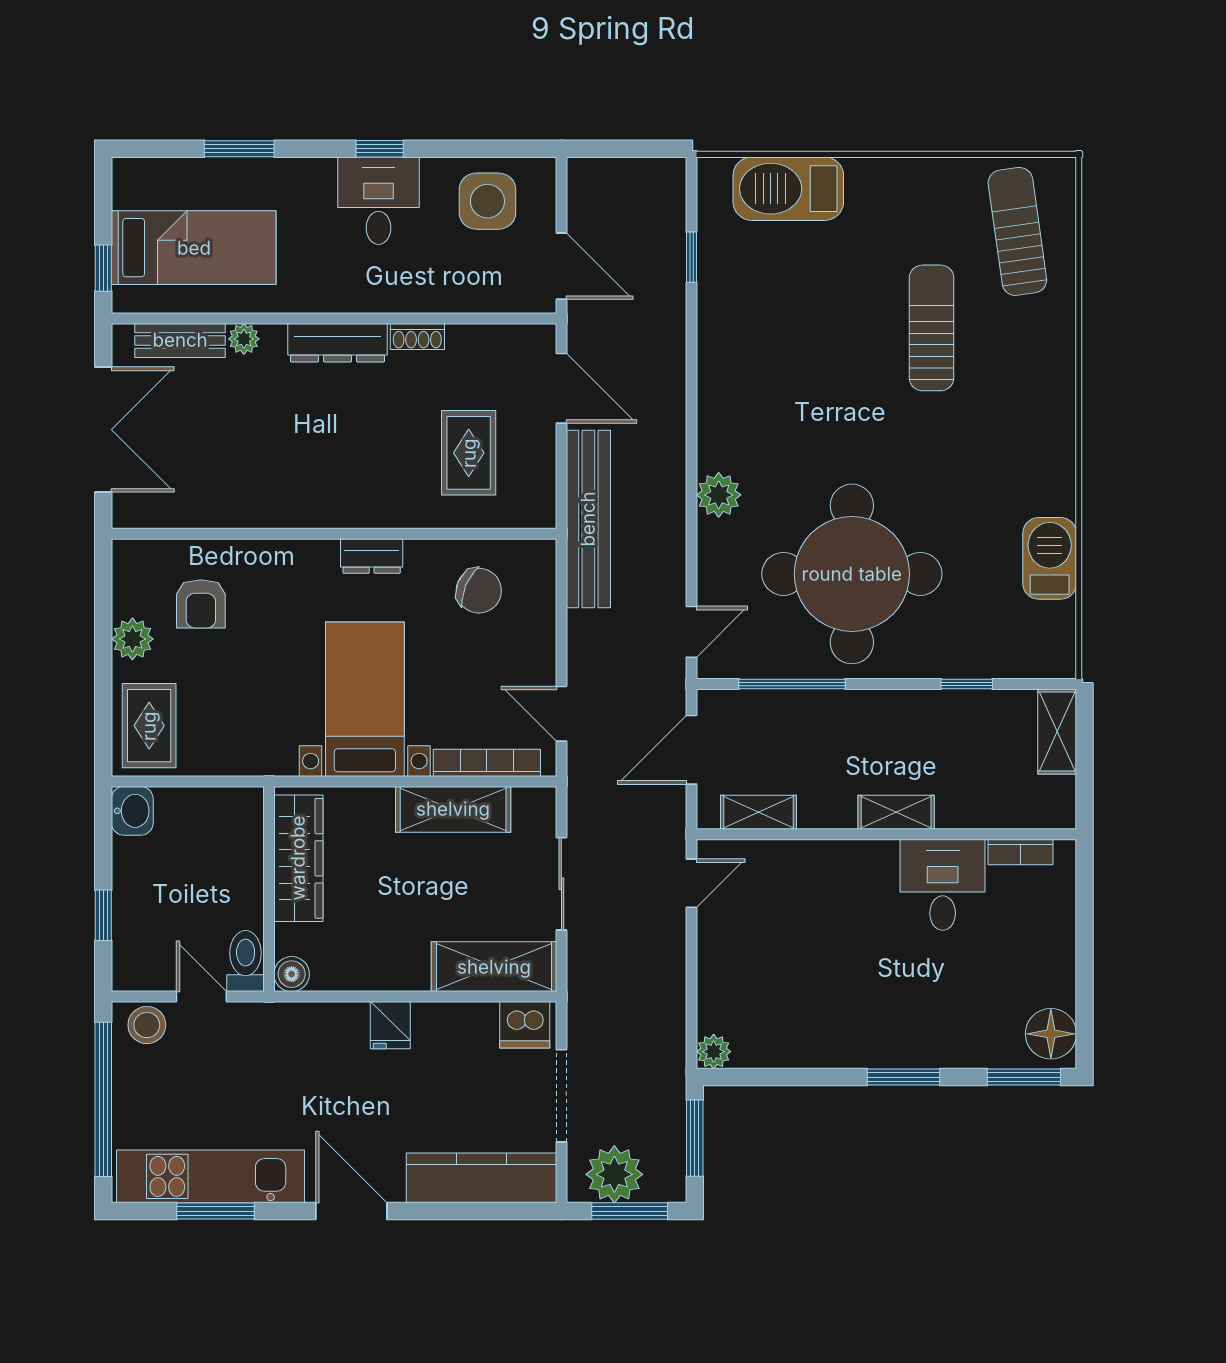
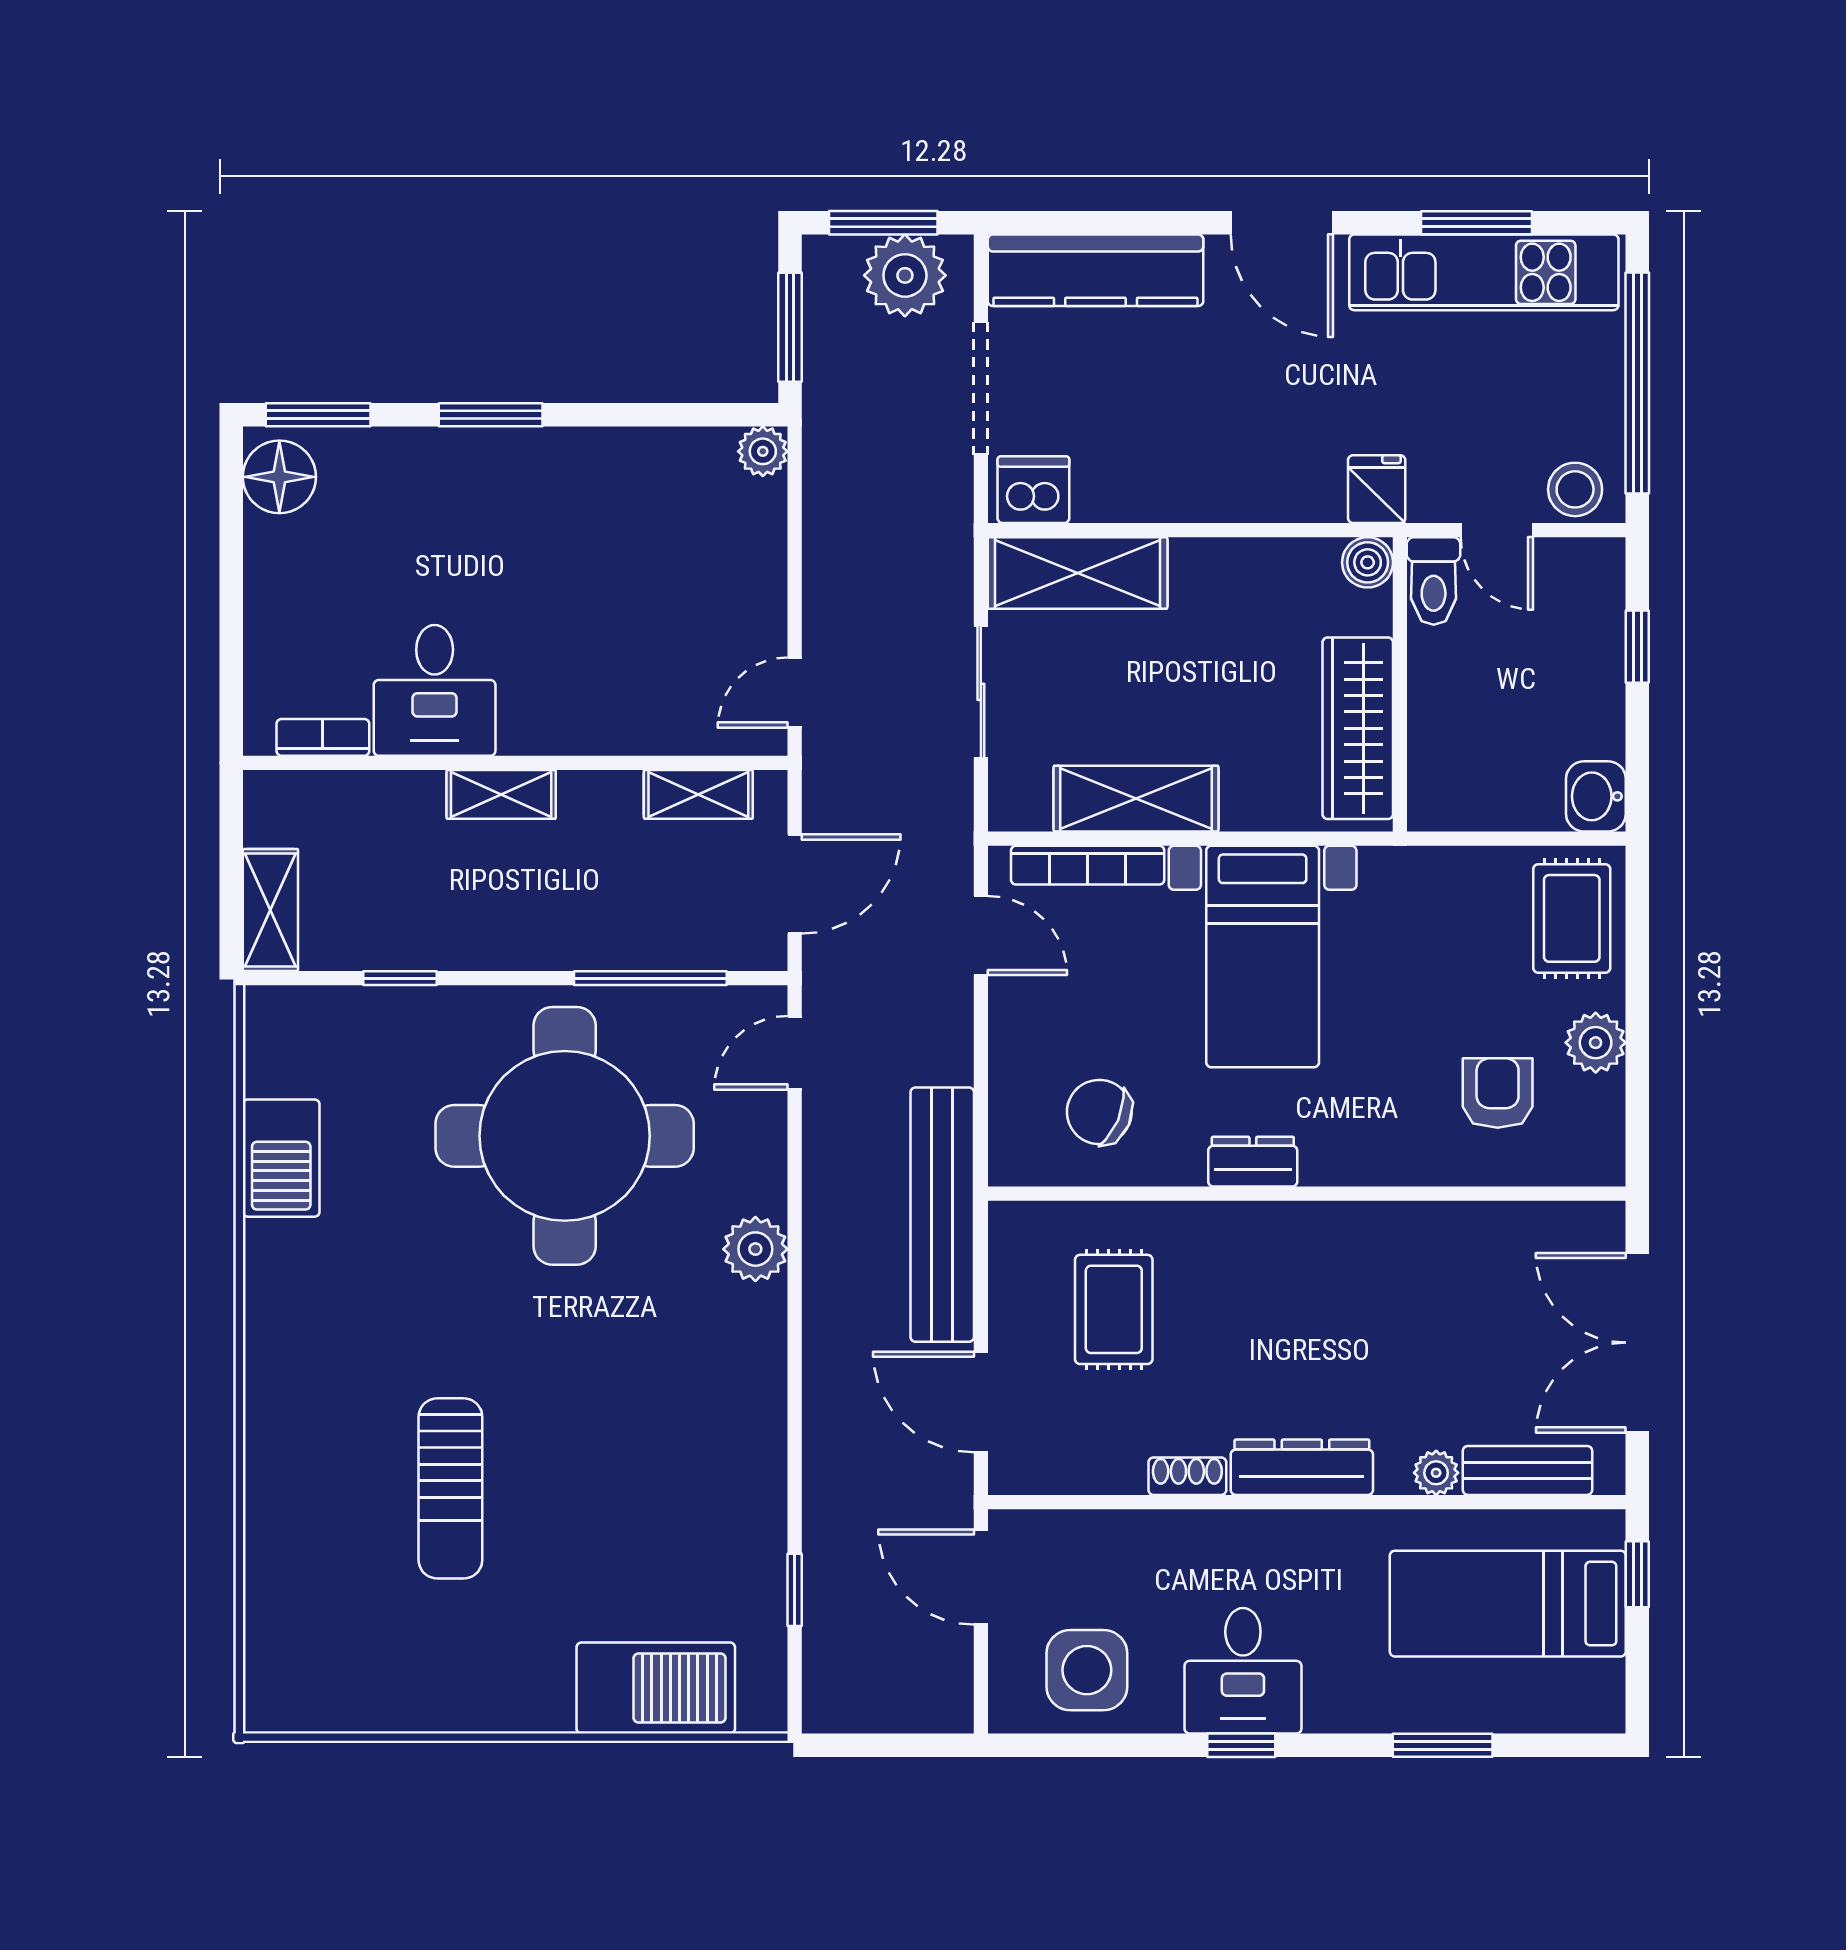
sun lounger: (1017, 231) -> (327, 1627), removed
fridge: (390, 1025) -> (1377, 489), moved

